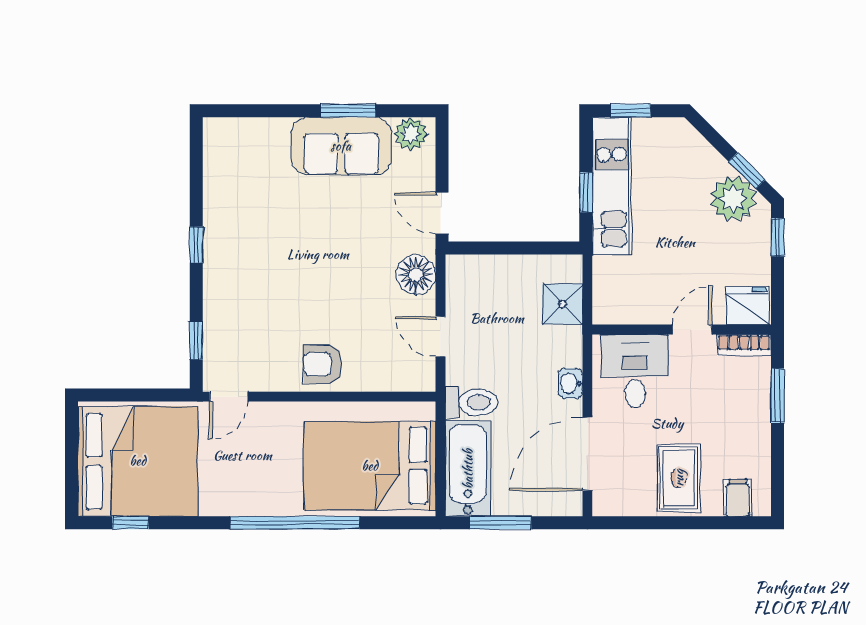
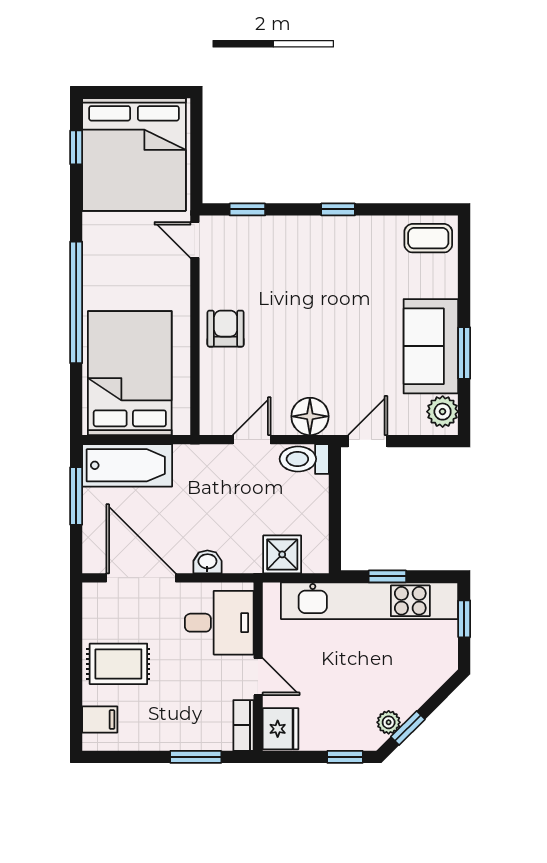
coffee table: (227, 149) -> (428, 238), added
kitchen unit: (612, 186) -> (370, 601), width x1.36
plant: (733, 199) -> (389, 722), width x0.53, depth x0.53
toilet: (471, 402) -> (304, 459), moved, turned 90

